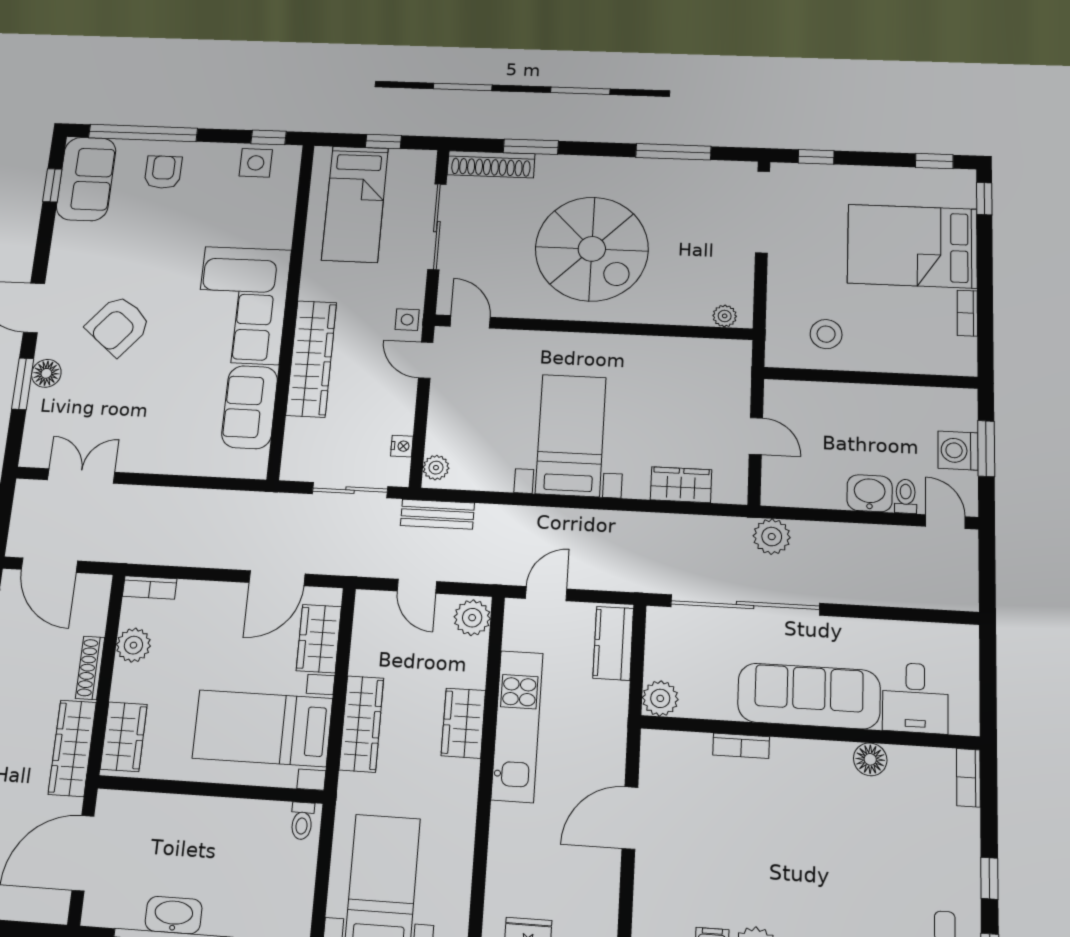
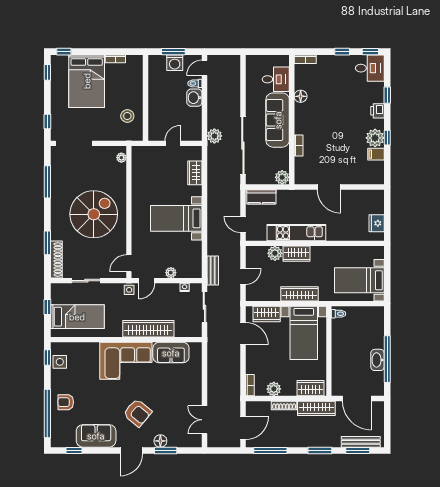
sofa: (86, 179) -> (96, 436), moved
sliding door: (437, 227) -> (86, 281), width x0.73
plant: (436, 468) -> (171, 273), moved
plant: (472, 618) -> (275, 253), moved

